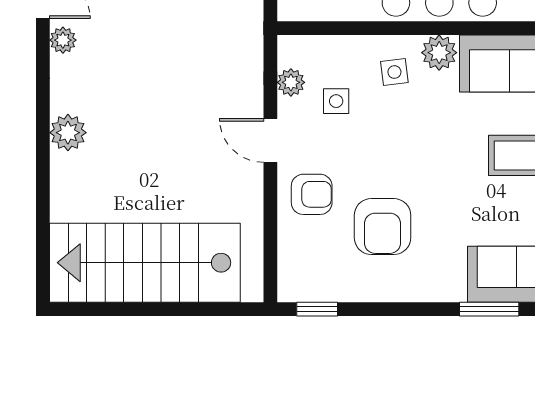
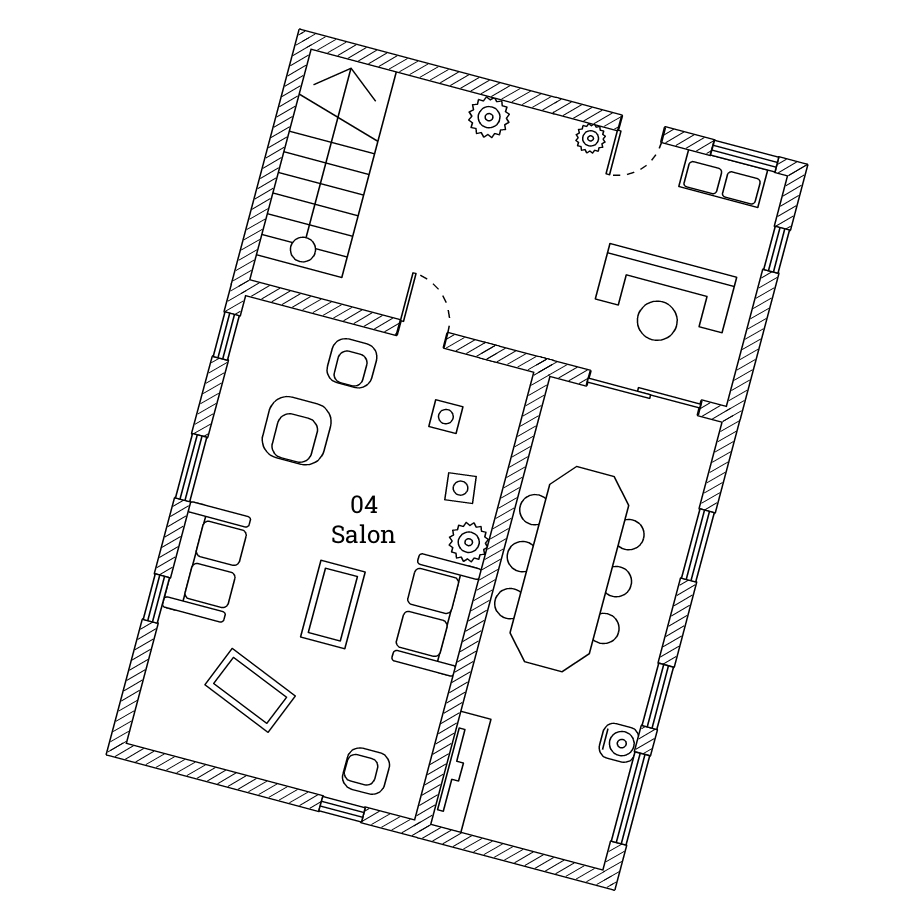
plant: (291, 82) -> (479, 373), removed
door: (270, 140) -> (422, 334), hinge flipped
armchair: (383, 227) -> (297, 431), turned -90
window: (489, 309) -> (191, 468), moved

